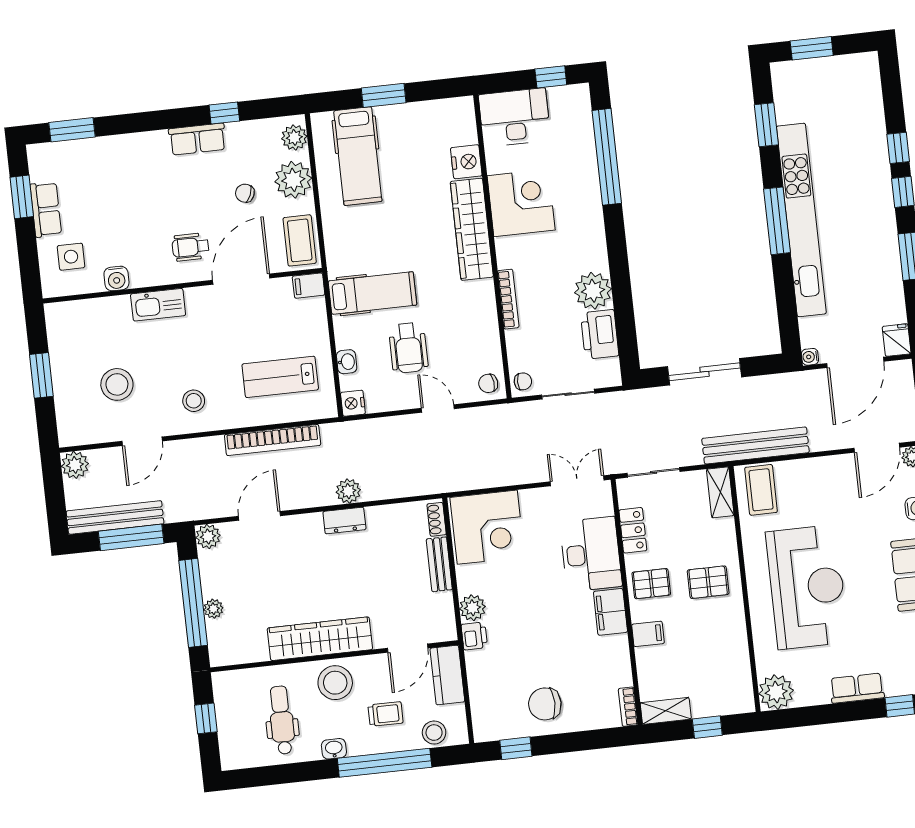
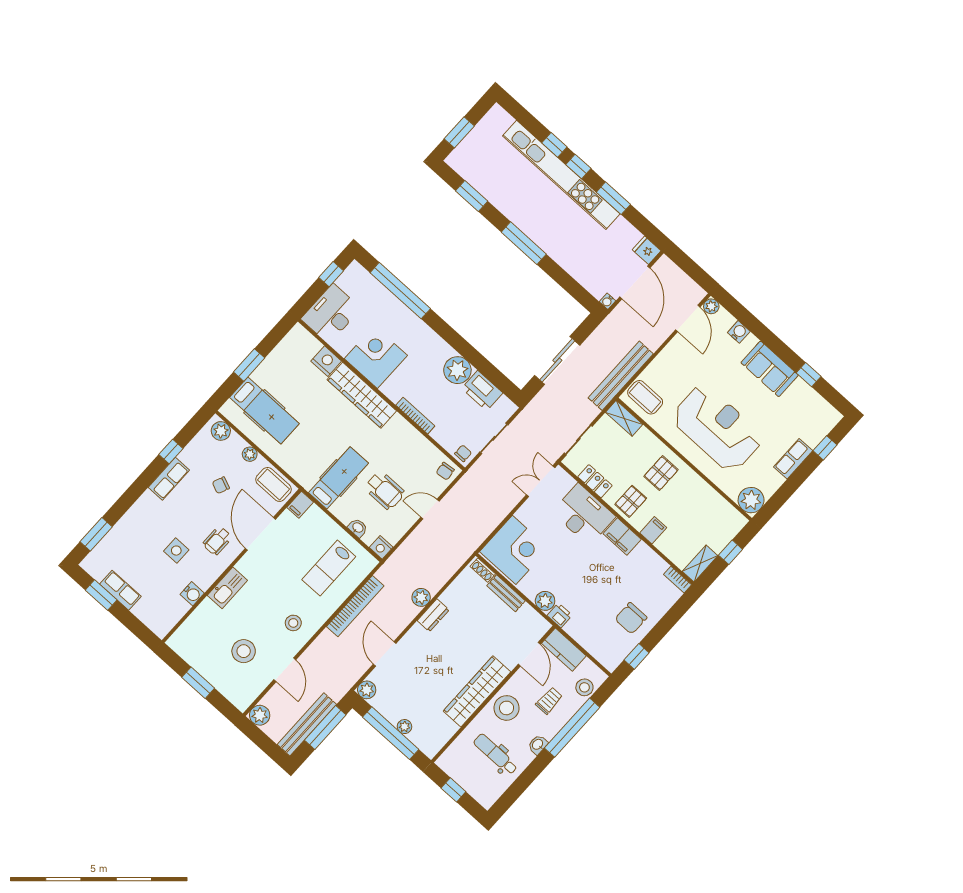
plant: (293, 180) -> (250, 454), width x0.53, depth x0.53
kitchen unit: (801, 220) -> (561, 175), moved, turned 180
side table: (71, 257) -> (176, 551), moved

